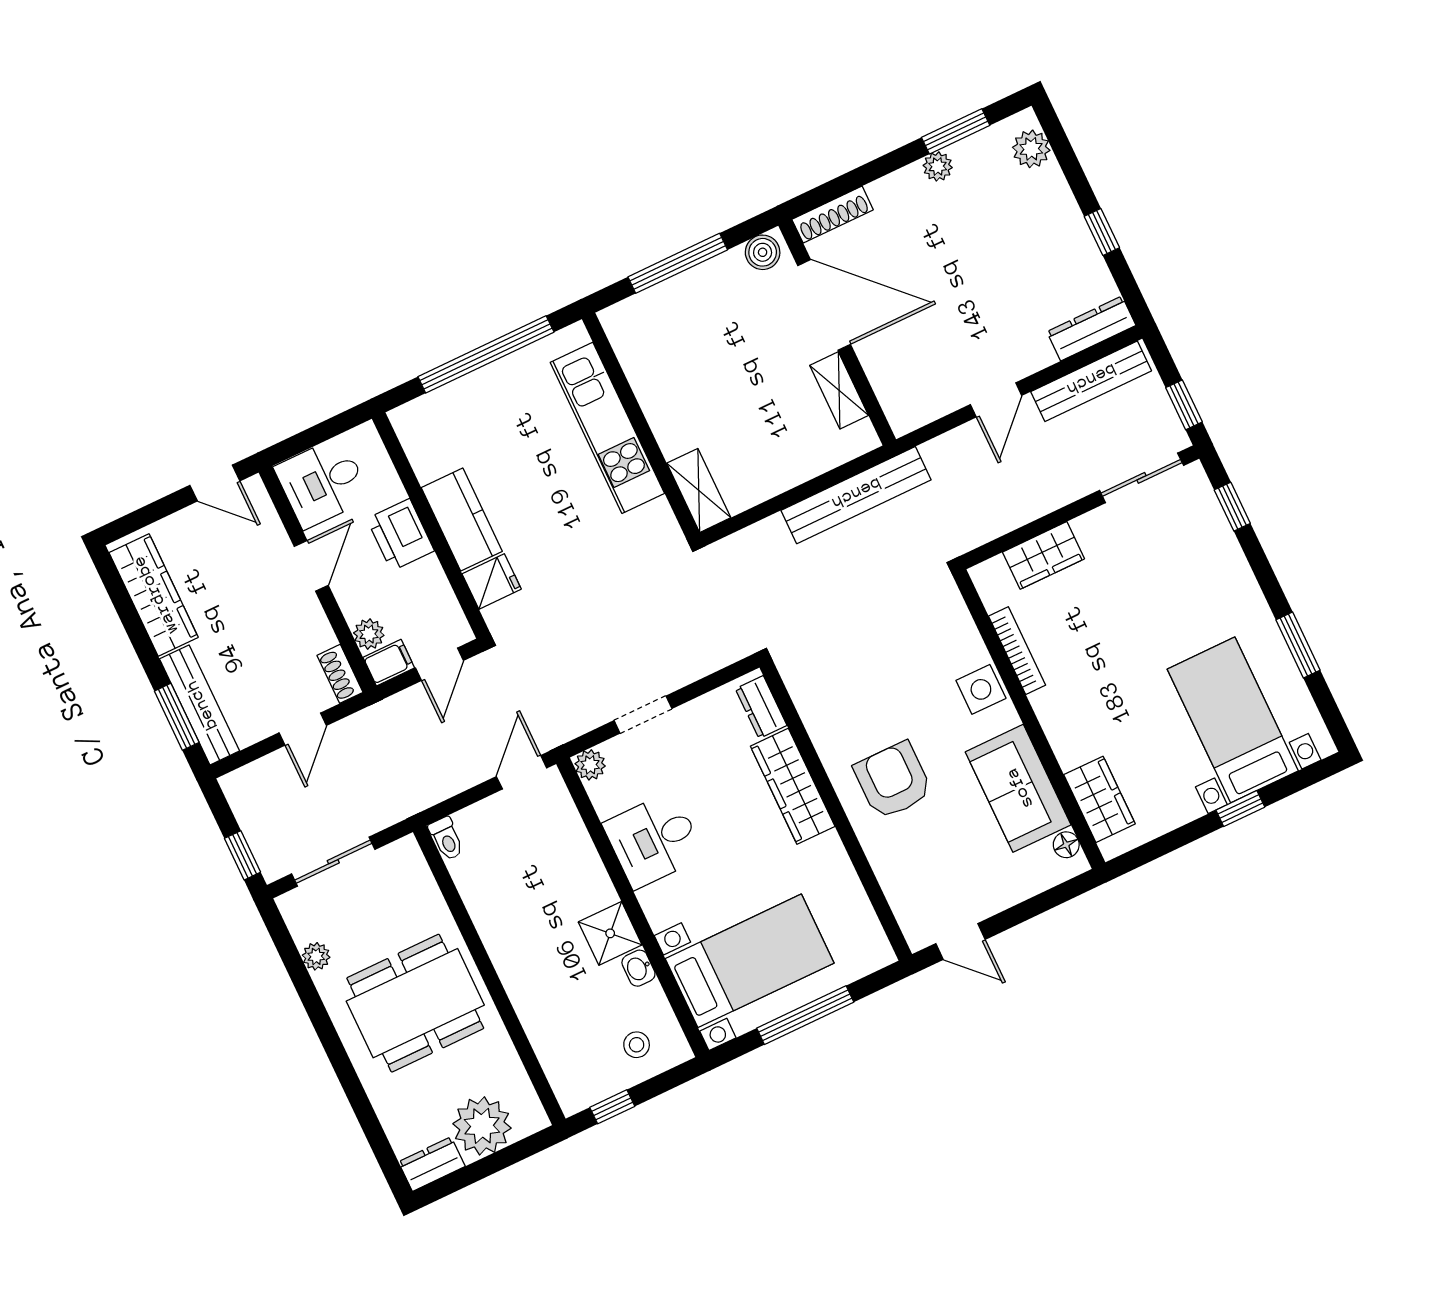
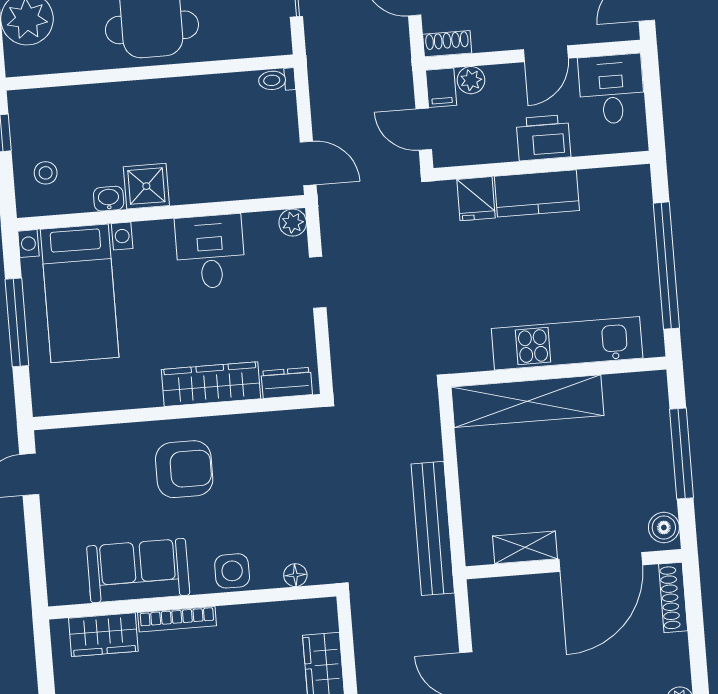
shelving: (699, 490) -> (527, 401), width x2.20, depth x1.33
door: (311, 566) -> (546, 54), hinge flipped
bookcase: (1017, 651) -> (177, 619), moved
floor lamp: (1066, 845) -> (295, 575), moved

